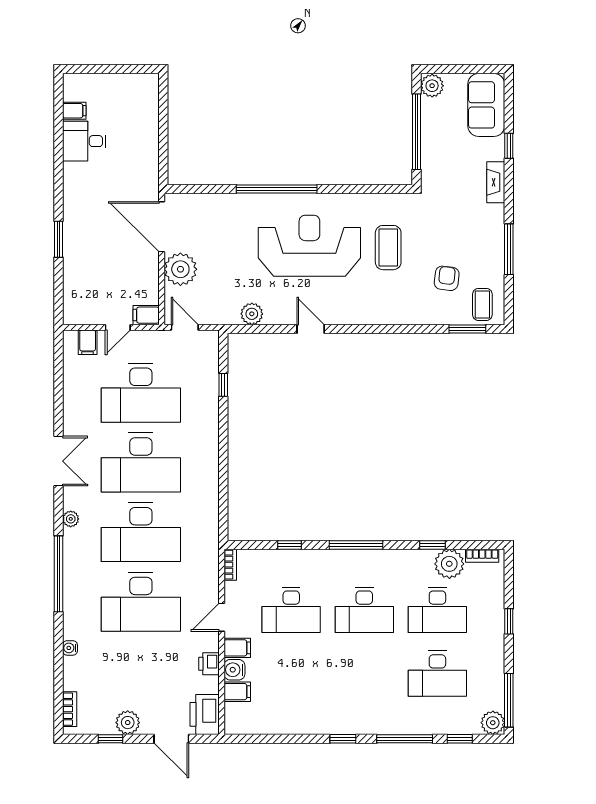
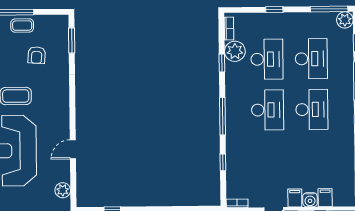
armchair: (447, 278) -> (37, 55), turned -93
coffee table: (482, 304) -> (22, 26), moved
desk: (291, 610) -> (312, 109), moved

